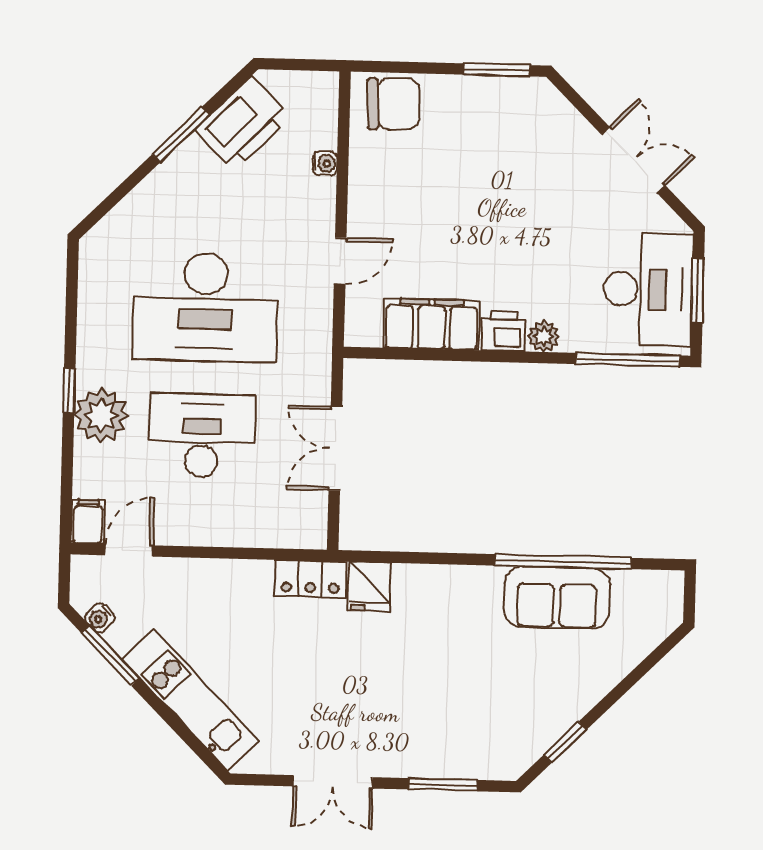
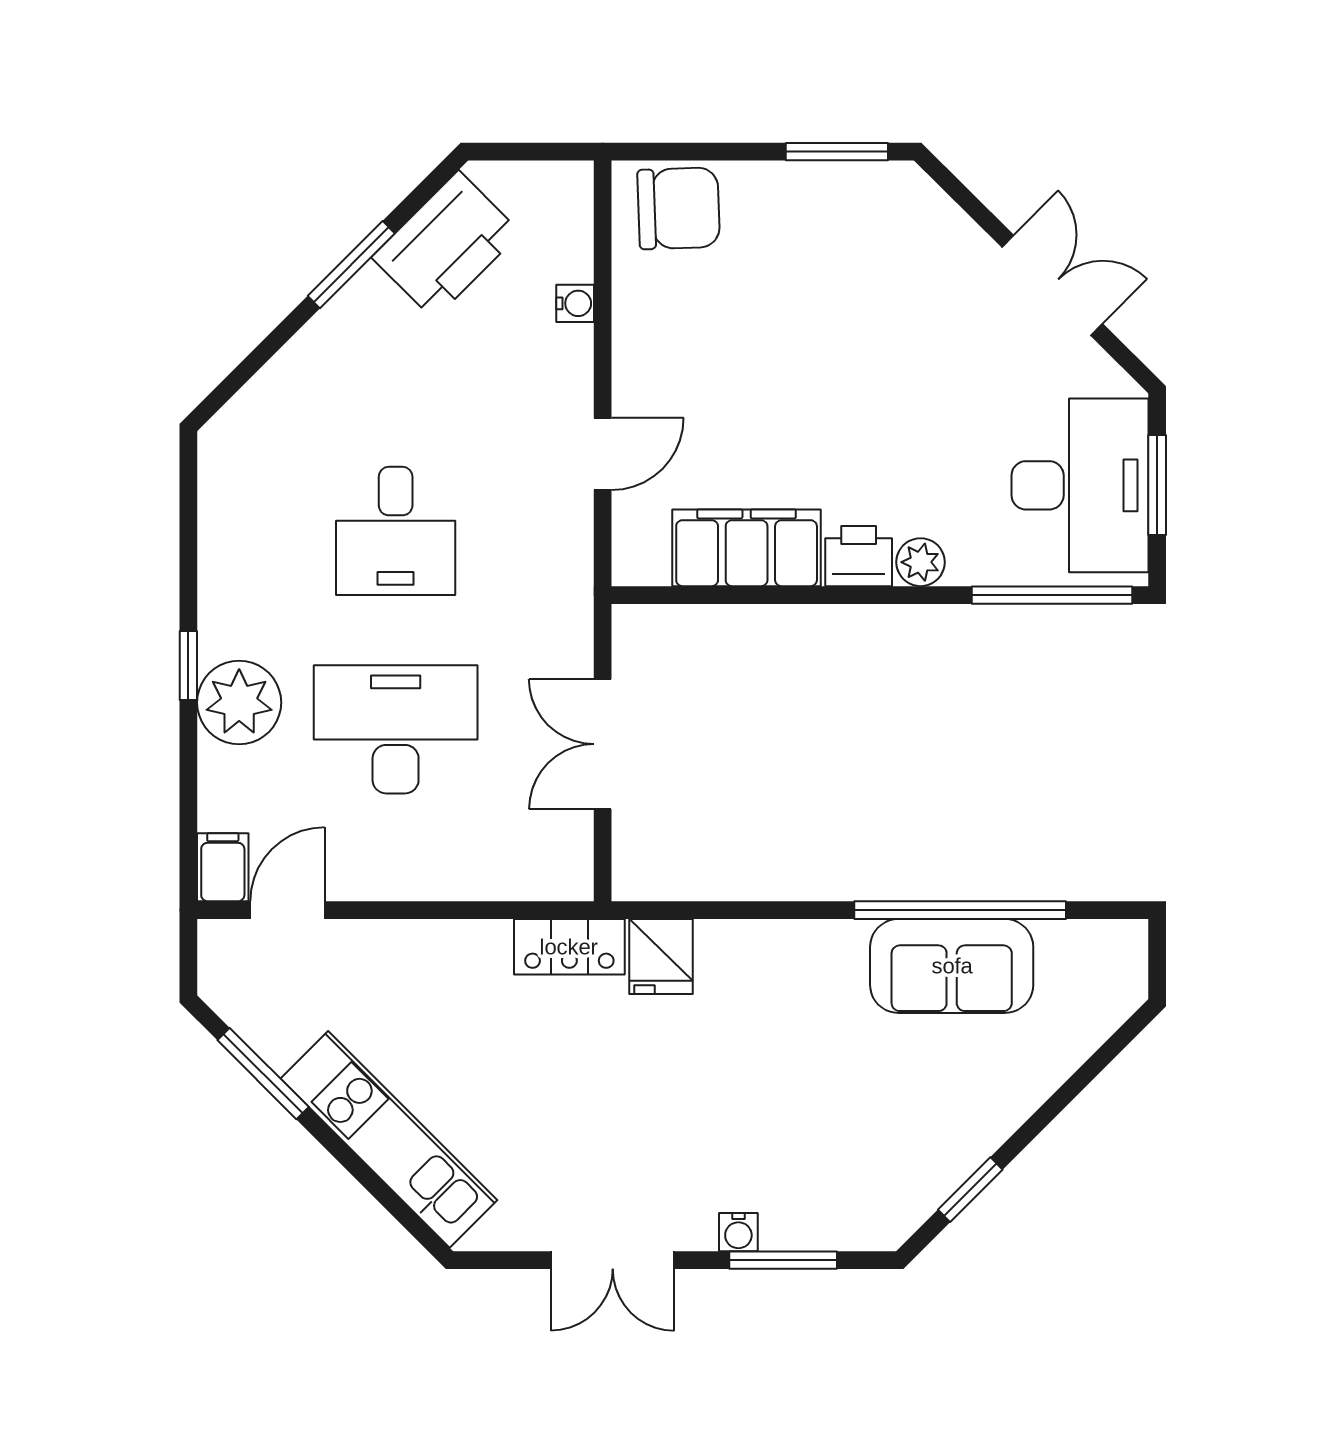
desk: (205, 307) -> (396, 531), width x0.53, depth x0.77
water cooler: (100, 618) -> (738, 1232), moved, turned -45

